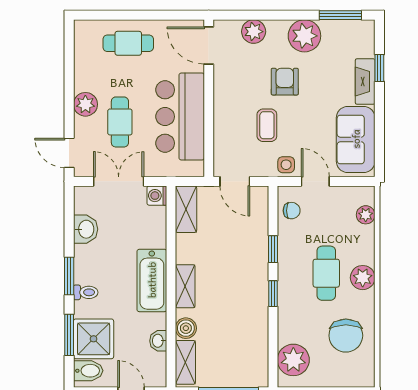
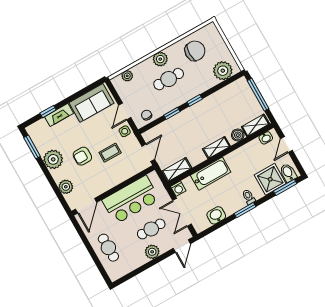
bathtub: (152, 280) -> (211, 174), moved
window: (69, 335) -> (285, 187), moved
washbasin: (158, 341) -> (266, 138), moved

